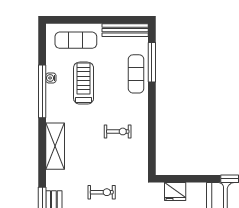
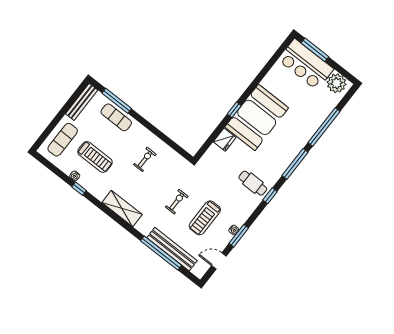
treadmill: (84, 83) -> (95, 157), turned 180
window: (42, 91) -> (79, 189), width x0.32
fridge: (175, 192) -> (225, 140), moved

